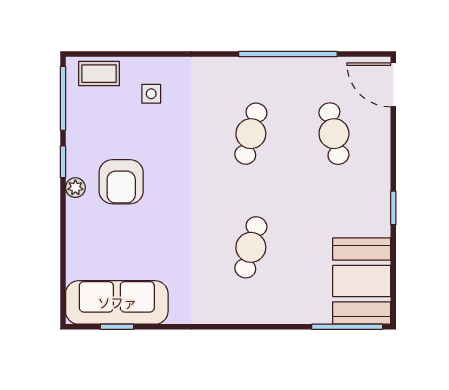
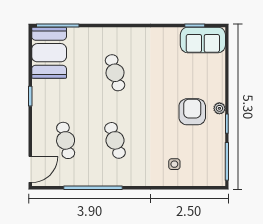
coffee table: (99, 74) -> (205, 176), removed
door: (393, 85) -> (30, 169), hinge flipped
cafe table: (251, 134) -> (115, 140), turned -33
cafe table: (251, 247) -> (115, 73), turned -30
sofa: (117, 302) -> (203, 40), width x0.73

